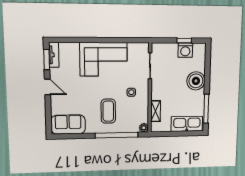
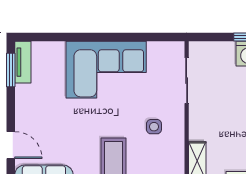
door: (47, 87) -> (11, 145), moved

